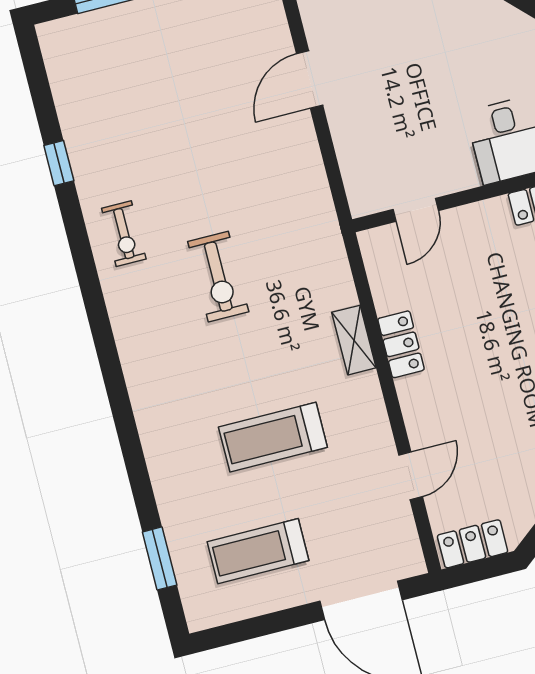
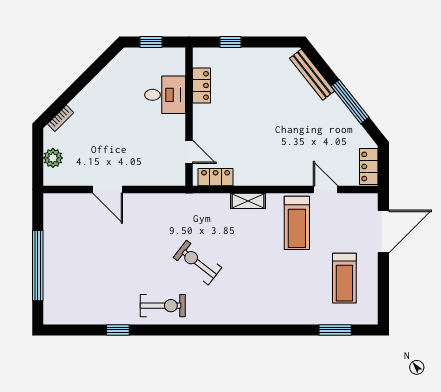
exercise bike: (124, 234) -> (163, 306), width x1.38, depth x1.39
exercise bike: (218, 277) -> (197, 263), turned -142
locker: (401, 344) -> (216, 177), moved
treadmill: (273, 437) -> (297, 223), moved

